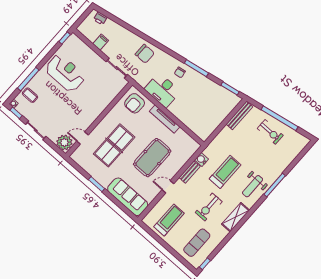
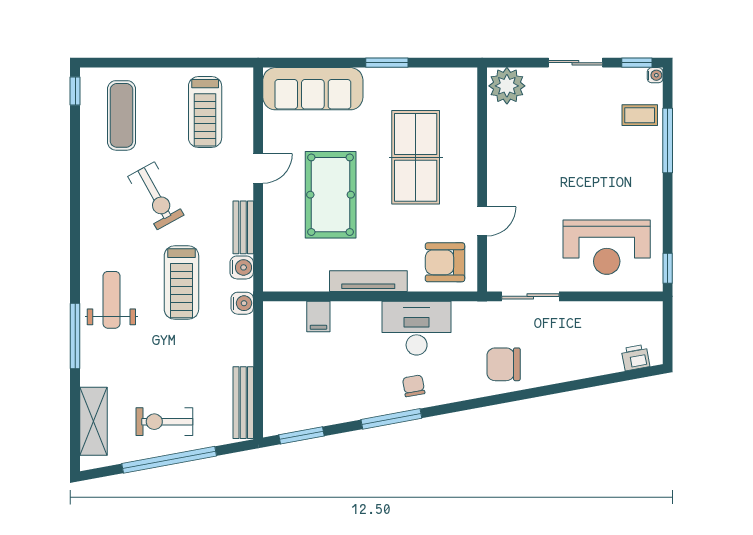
filing cabinet: (101, 42) -> (318, 316), moved
reception desk: (65, 73) -> (607, 247), moved
armchair: (135, 103) -> (445, 262), turned -90
door: (83, 138) -> (482, 221), moved
water cooler: (211, 148) -> (242, 303), added
exercise bike: (209, 207) -> (156, 196), turned 151
shelving: (235, 217) -> (93, 421), moved

